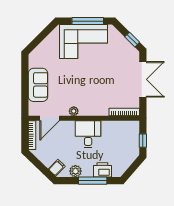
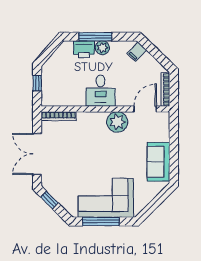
sofa: (38, 85) -> (158, 162), moved
plant: (74, 111) -> (117, 122), width x1.87, depth x1.87
plant: (75, 171) -> (102, 48), moved

